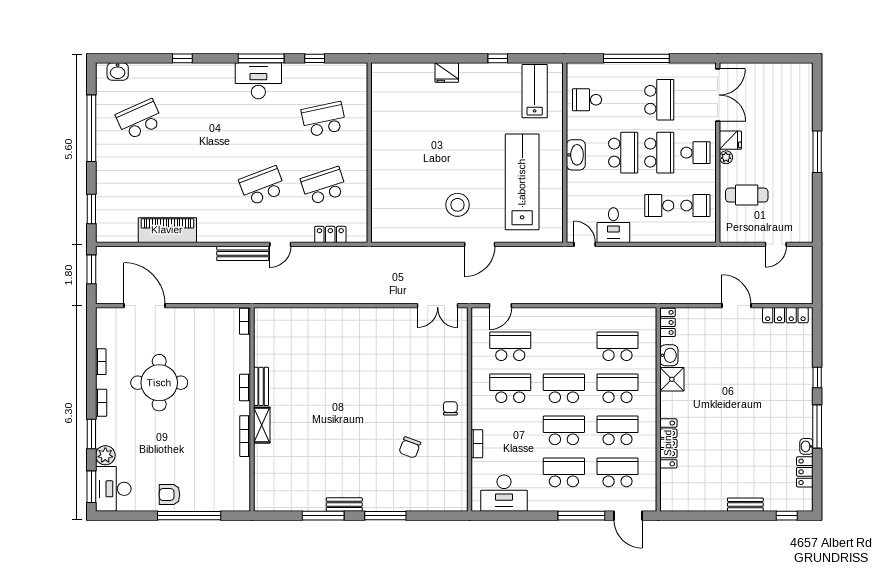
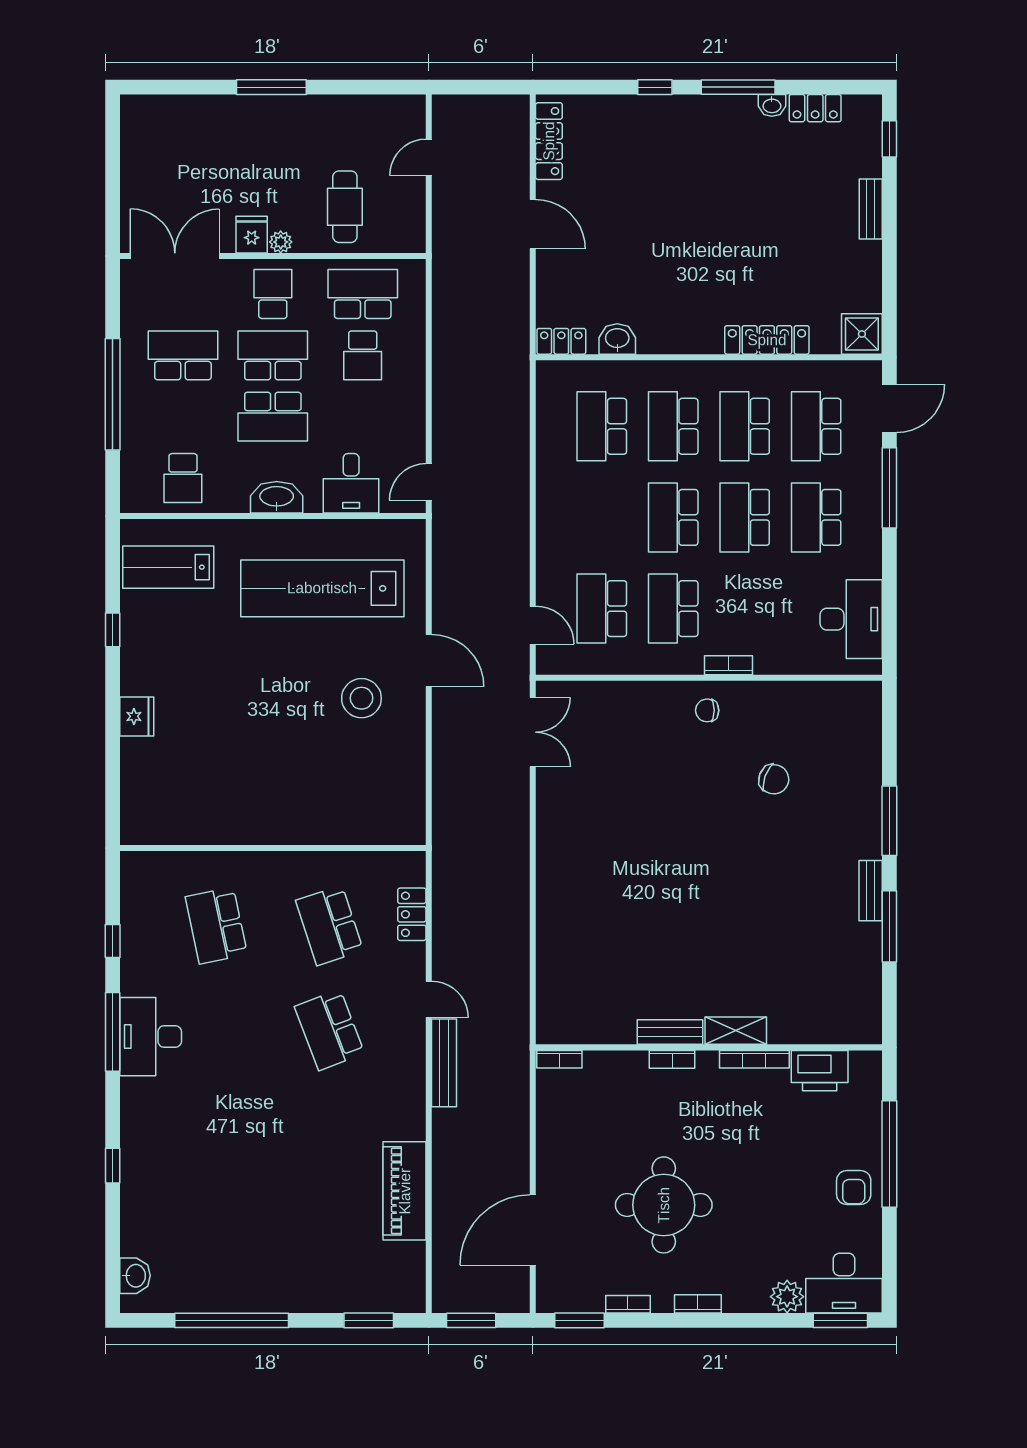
school desk: (139, 119) -> (216, 1239), removed
school desk: (623, 153) -> (273, 417), turned 180
school desk: (695, 206) -> (363, 294), width x1.85
desk: (613, 225) -> (351, 483), moved, turned 90
door: (776, 244) -> (429, 157), swing flipped
door: (736, 306) -> (533, 224), swing flipped
shower: (672, 379) -> (862, 334), moved
window: (91, 434) -> (579, 1320), moved
bookcase: (477, 444) -> (729, 665), moved
printer: (238, 474) -> (820, 1071), added

